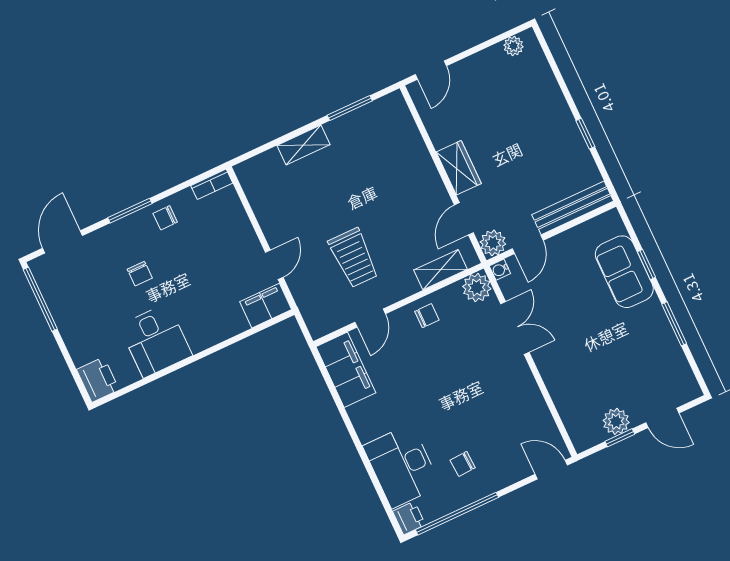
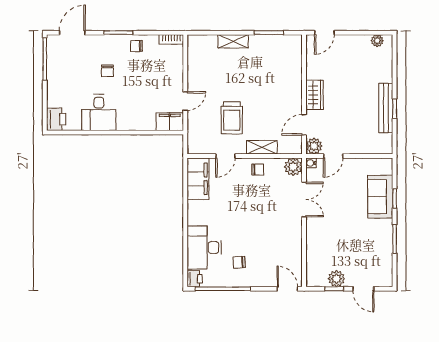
bench: (573, 208) -> (386, 108), moved, turned 90
shelving: (441, 270) -> (262, 147), moved

